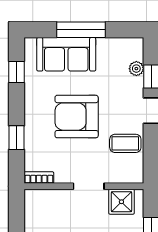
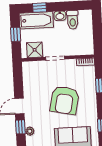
armchair: (77, 117) -> (65, 100), turned 102
coffee table: (125, 143) -> (34, 85), removed

